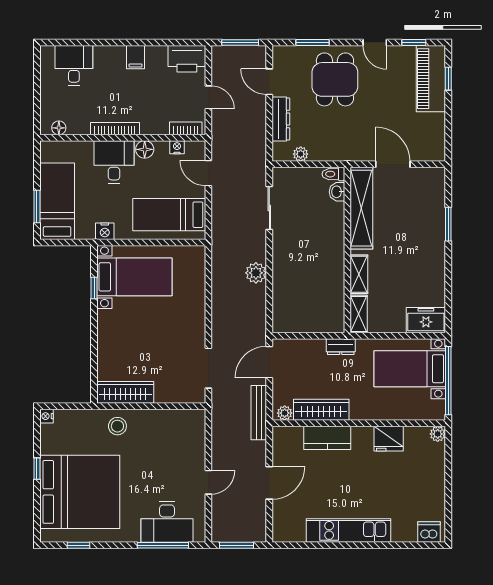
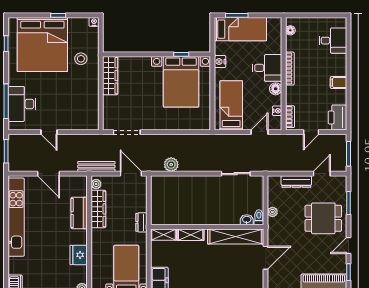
plant: (301, 154) -> (272, 212), moved
plant: (256, 273) -> (171, 165), moved
bed with nightstands: (134, 277) -> (181, 82), width x1.36
stool: (117, 426) -> (81, 59), moved
kitchen unit: (348, 530) -> (16, 217), width x1.36

